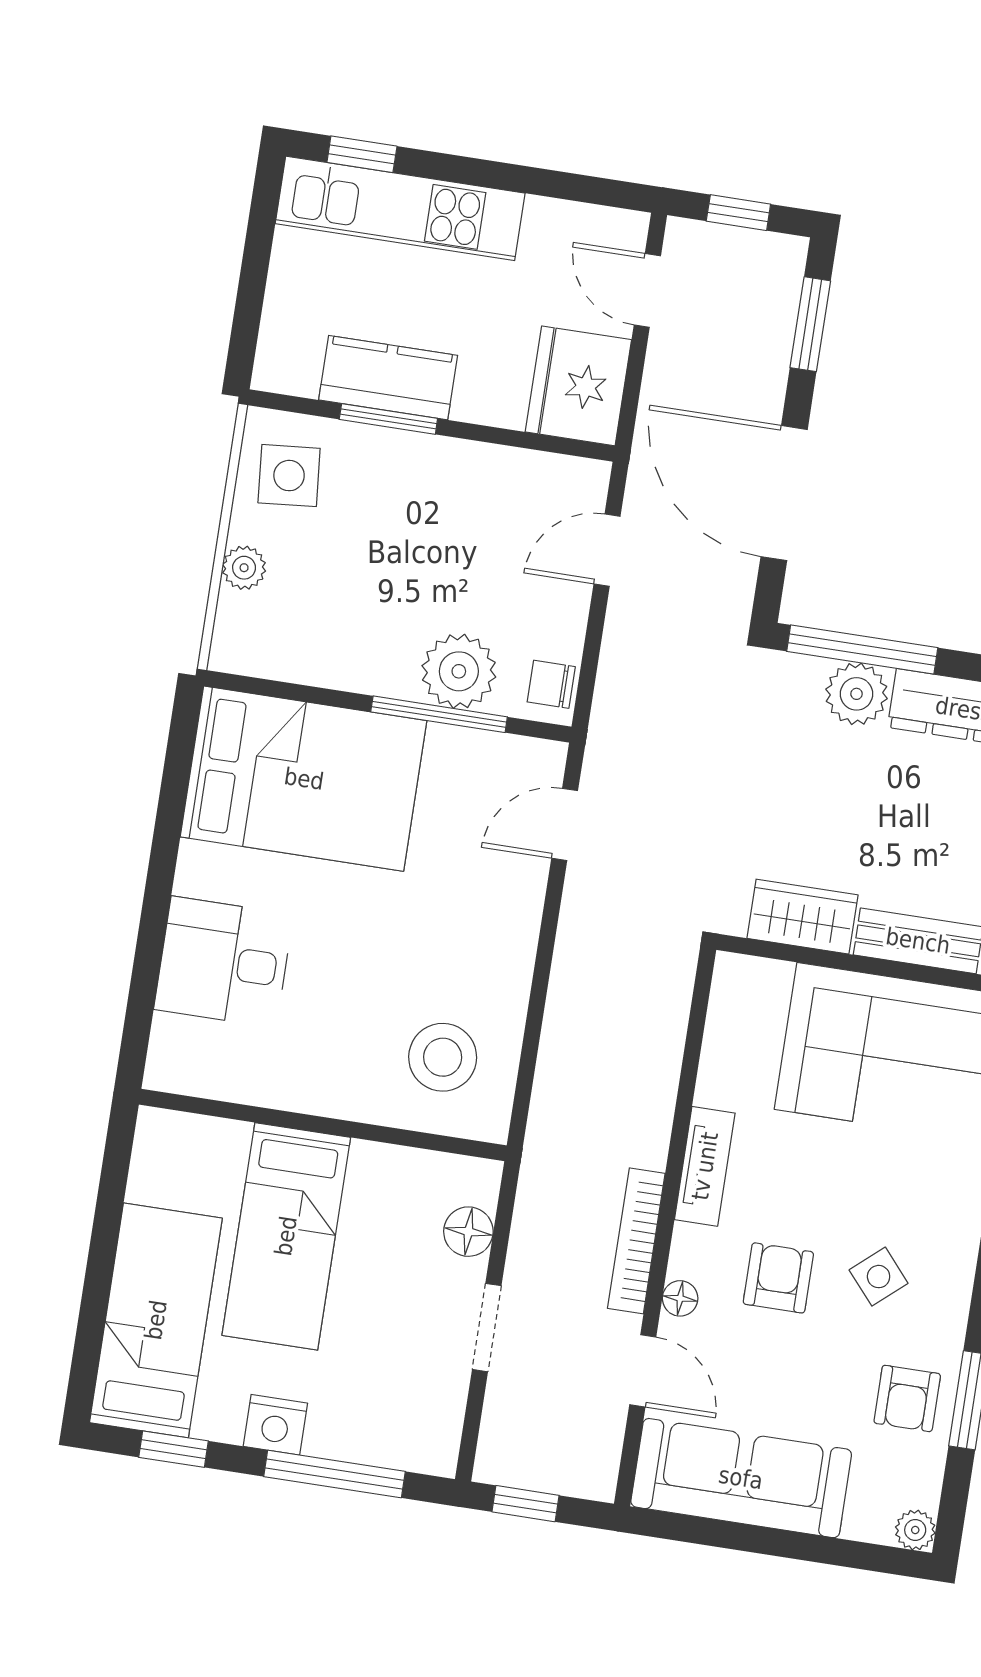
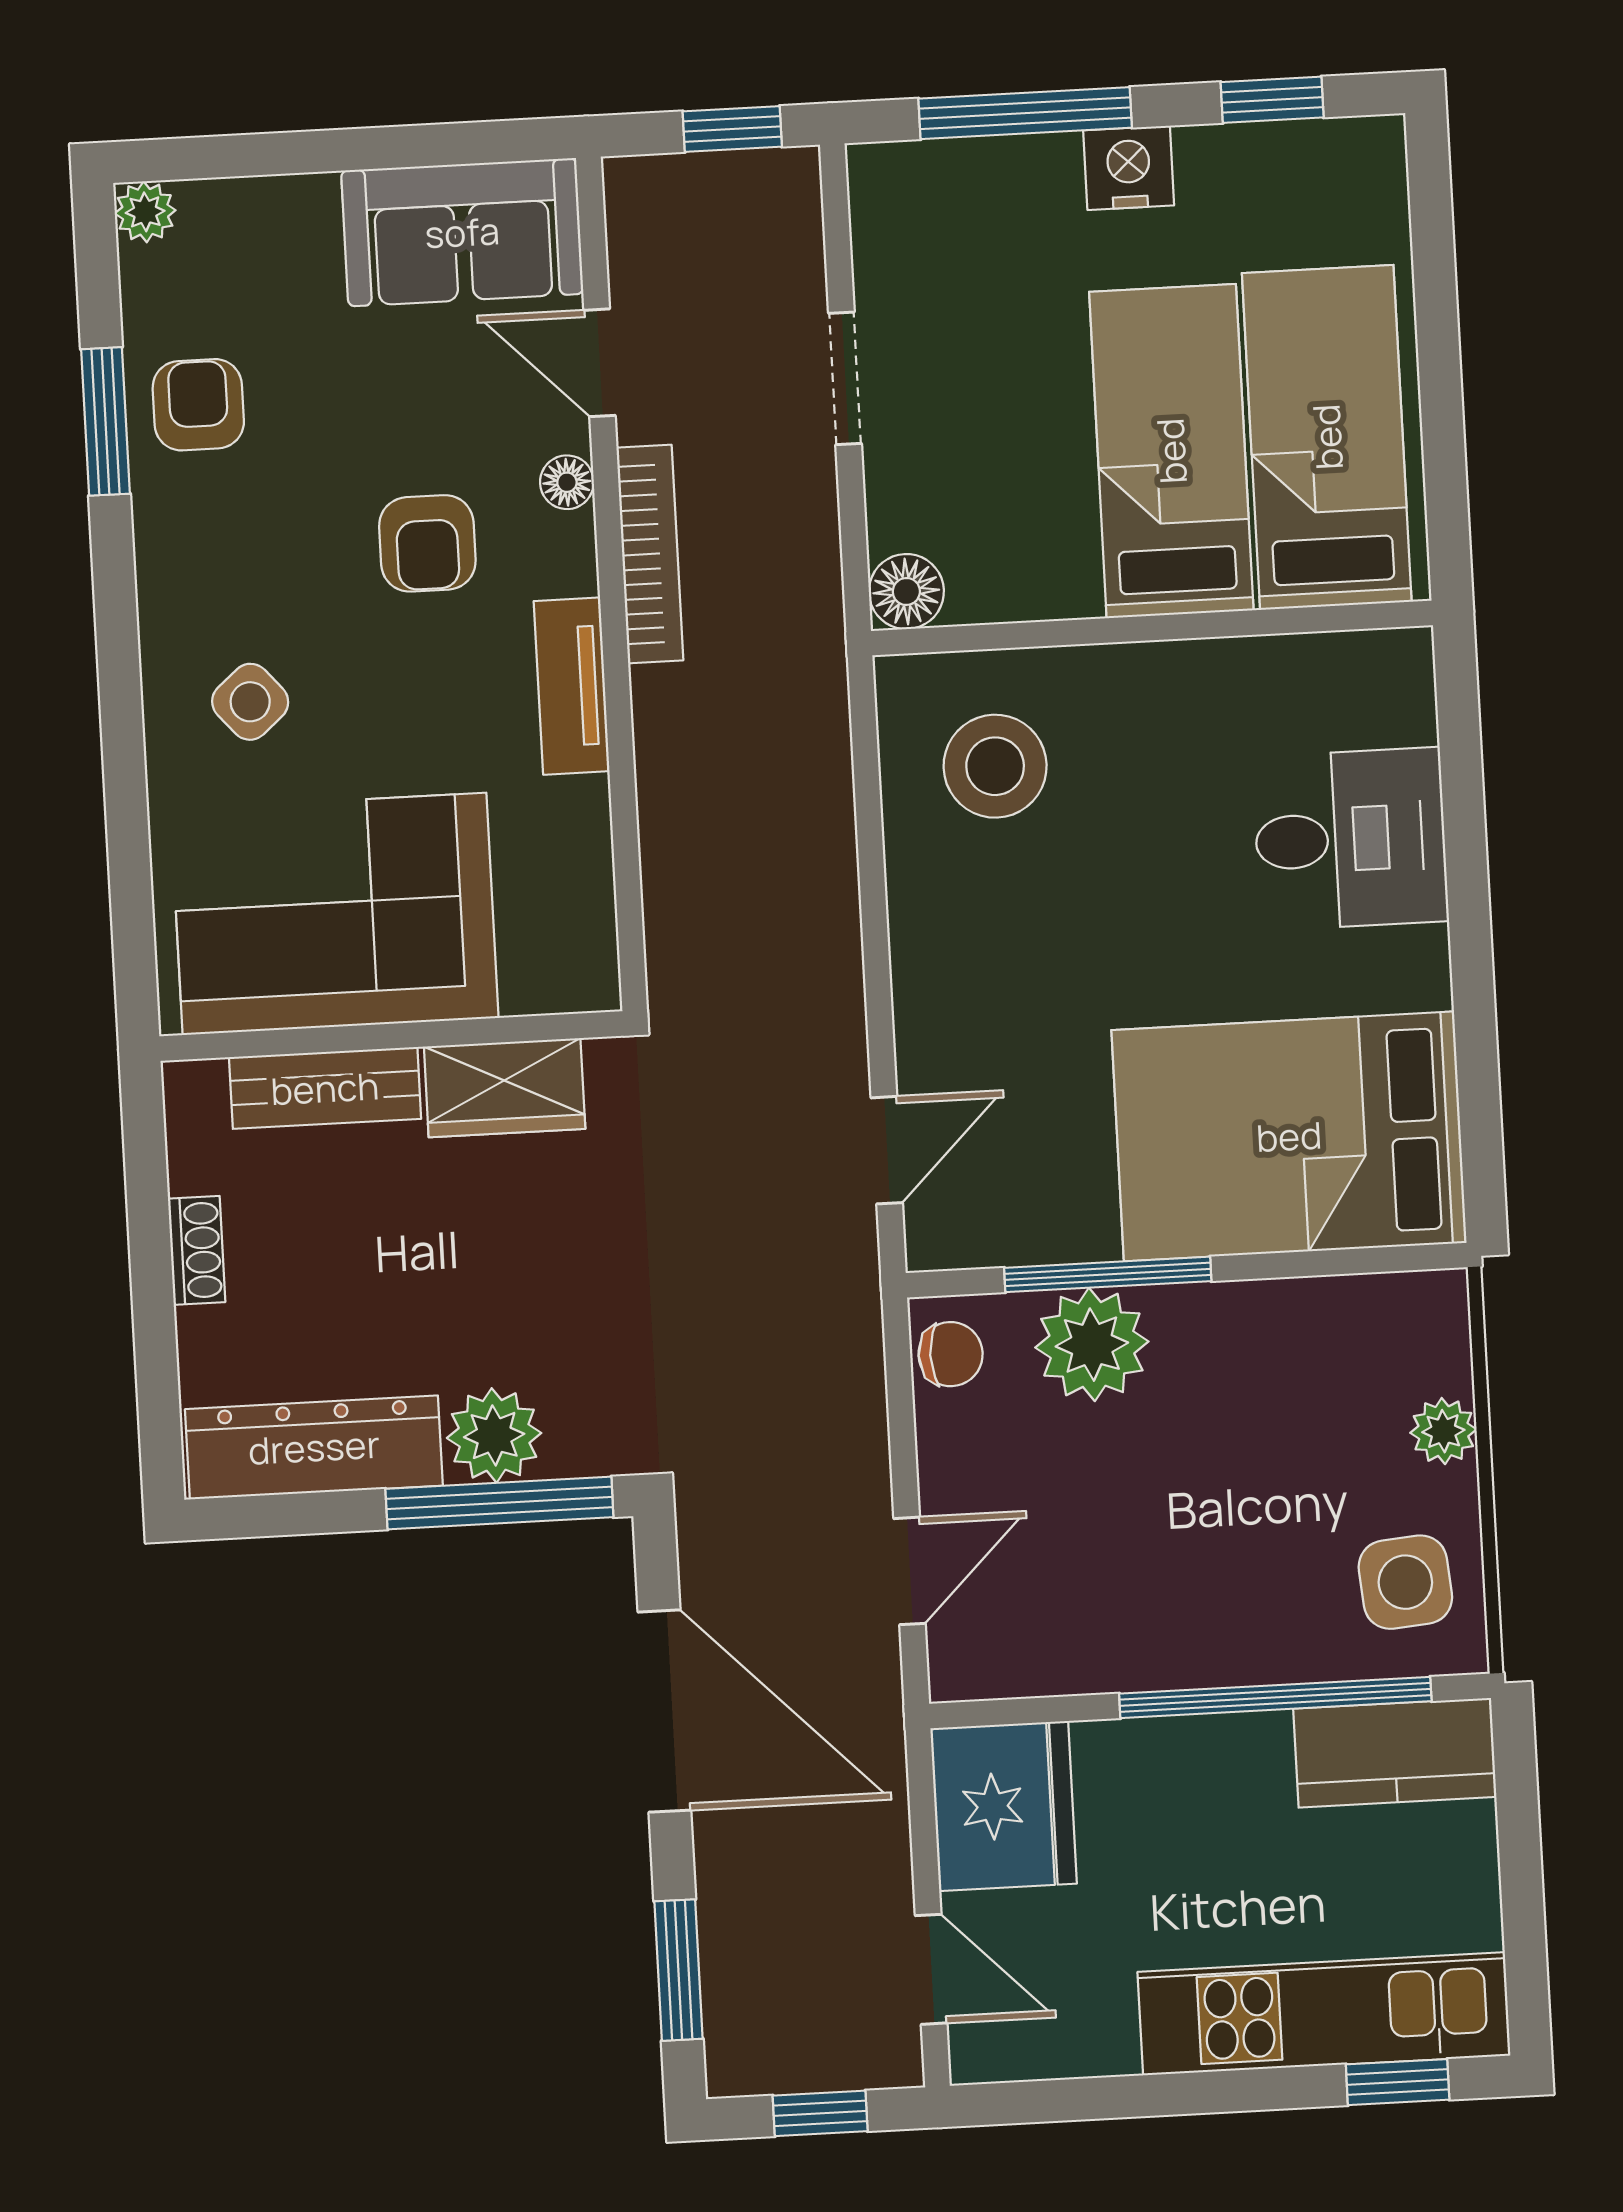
kitchen counter: (388, 378) -> (1395, 1753), moved
window: (388, 419) -> (1275, 1697), width x2.11
floor lamp: (468, 1232) -> (906, 592), moved
side table: (879, 1277) -> (250, 702), moved
bed: (156, 1320) -> (1327, 437), moved, turned 180
sofa: (741, 1478) -> (462, 232), width x0.73

